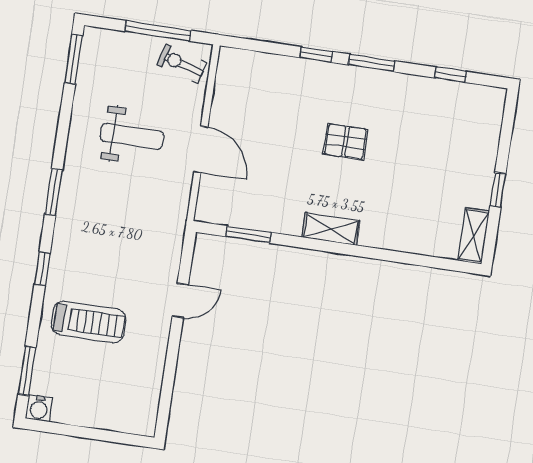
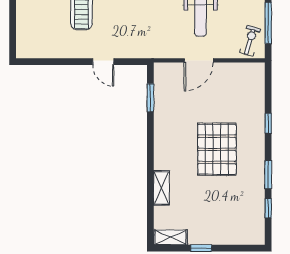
window: (371, 63) -> (268, 175), moved
pallet: (345, 142) -> (217, 149), width x2.05, depth x2.00
shelving: (331, 229) -> (161, 188), moved

